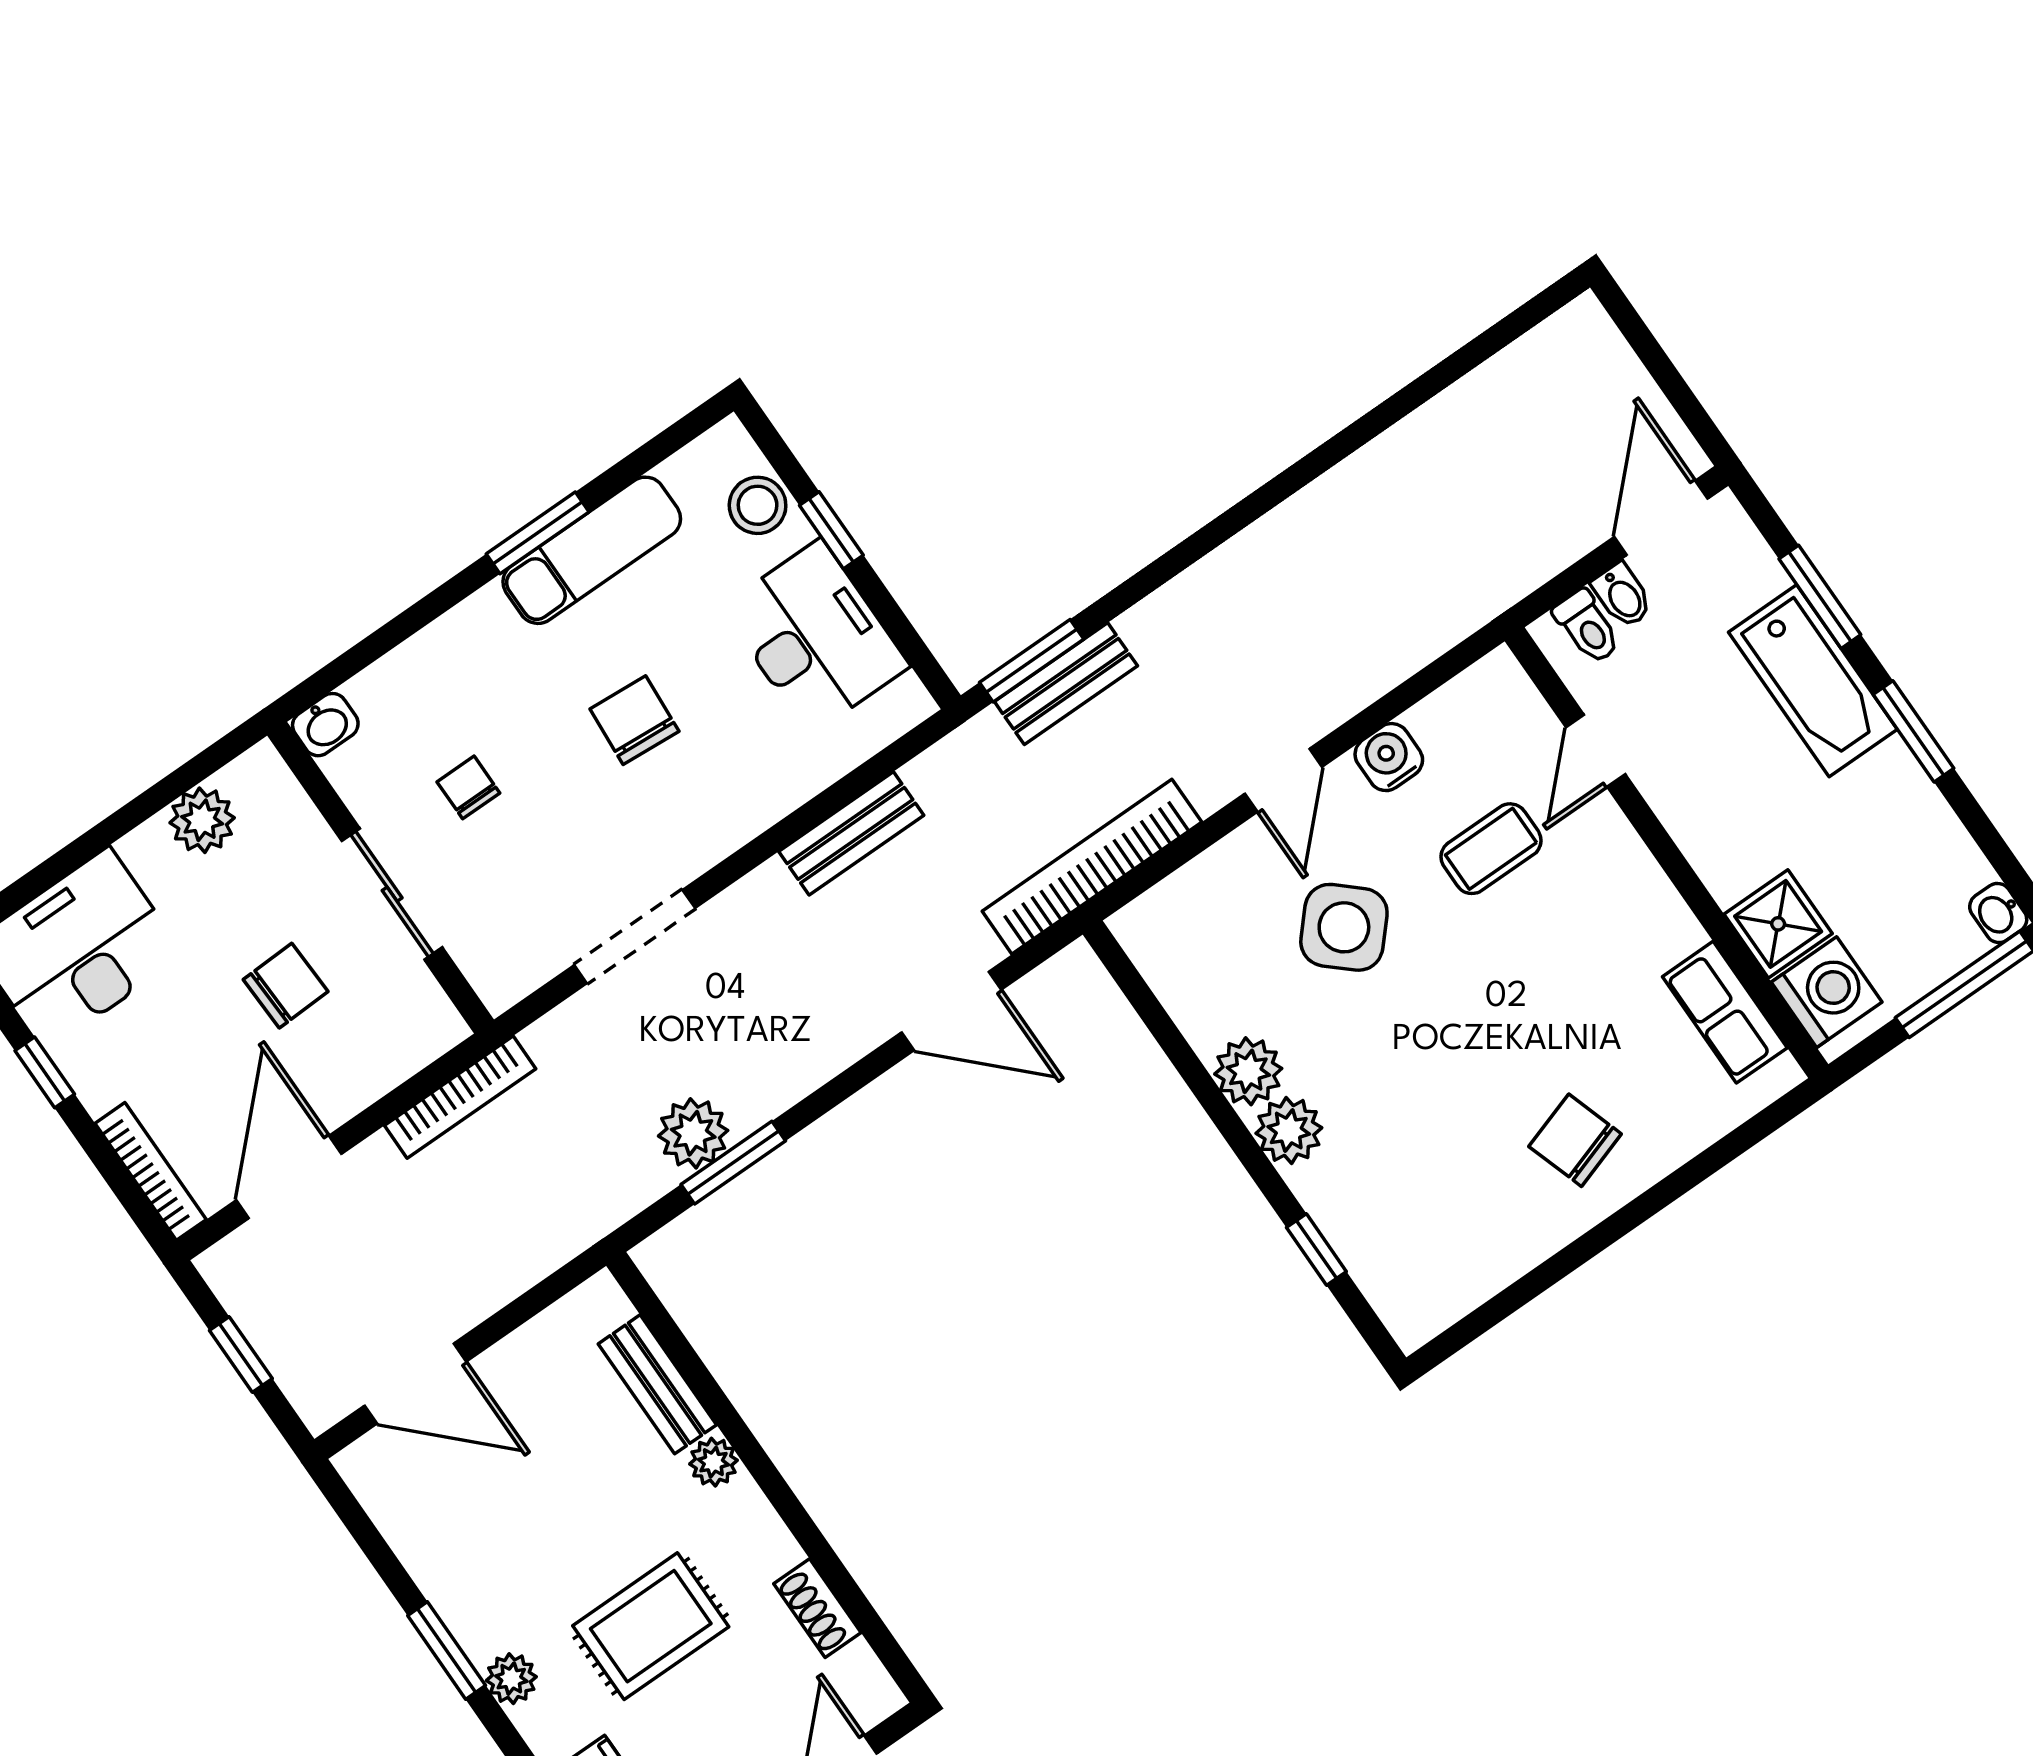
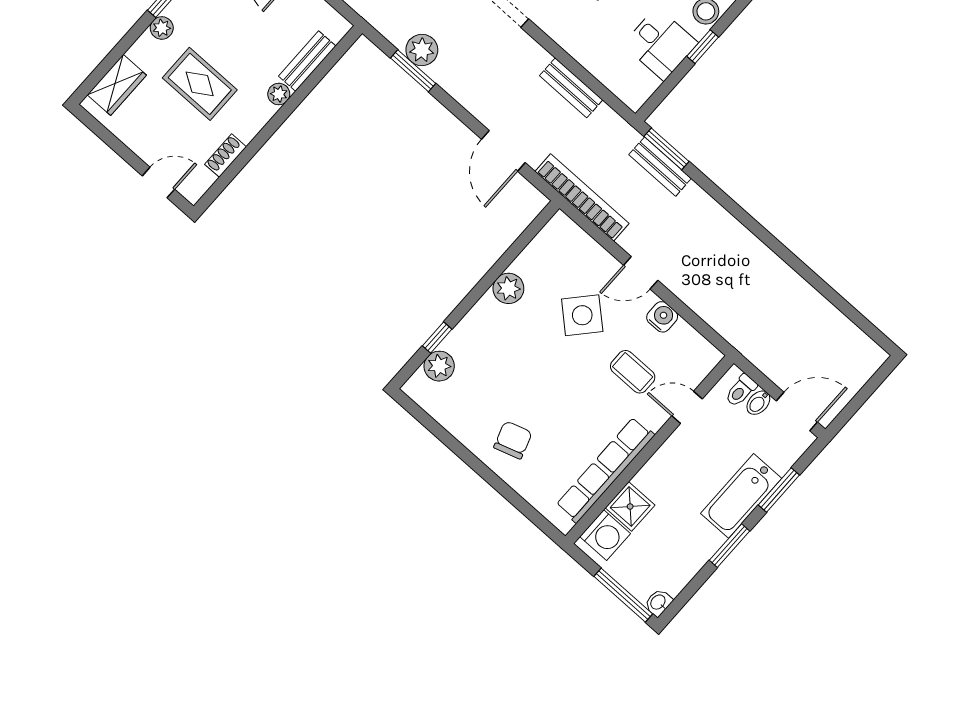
desk: (815, 637) -> (660, 44), width x0.73
row of seats: (1725, 1012) -> (605, 470), width x2.02
plant: (1289, 1130) -> (439, 366), moved

